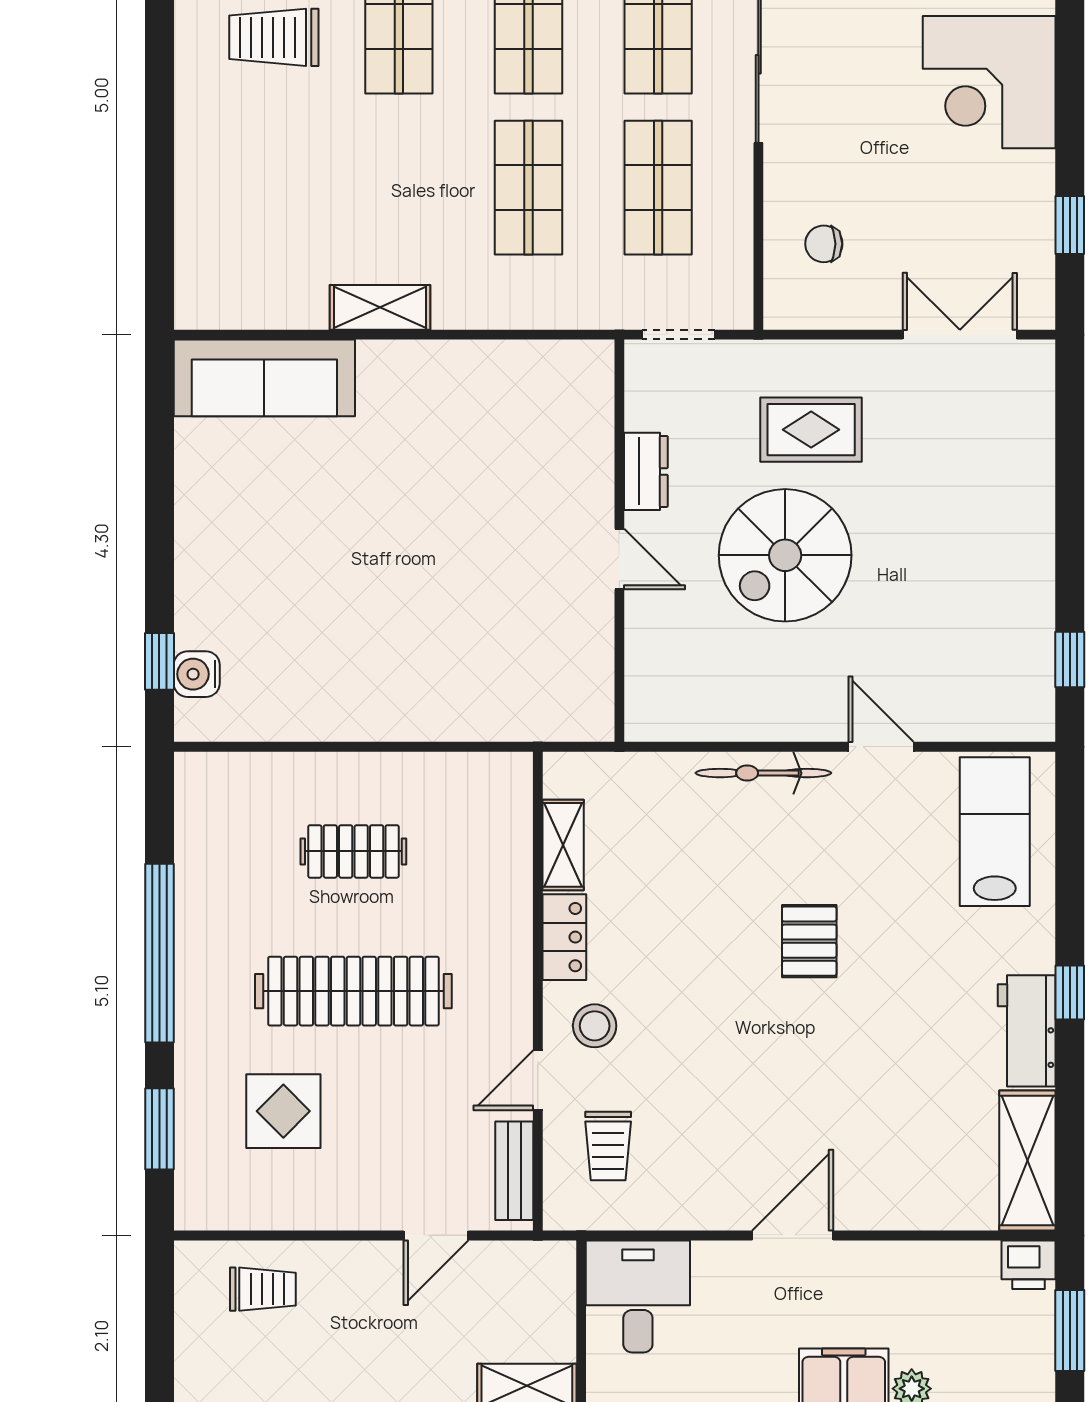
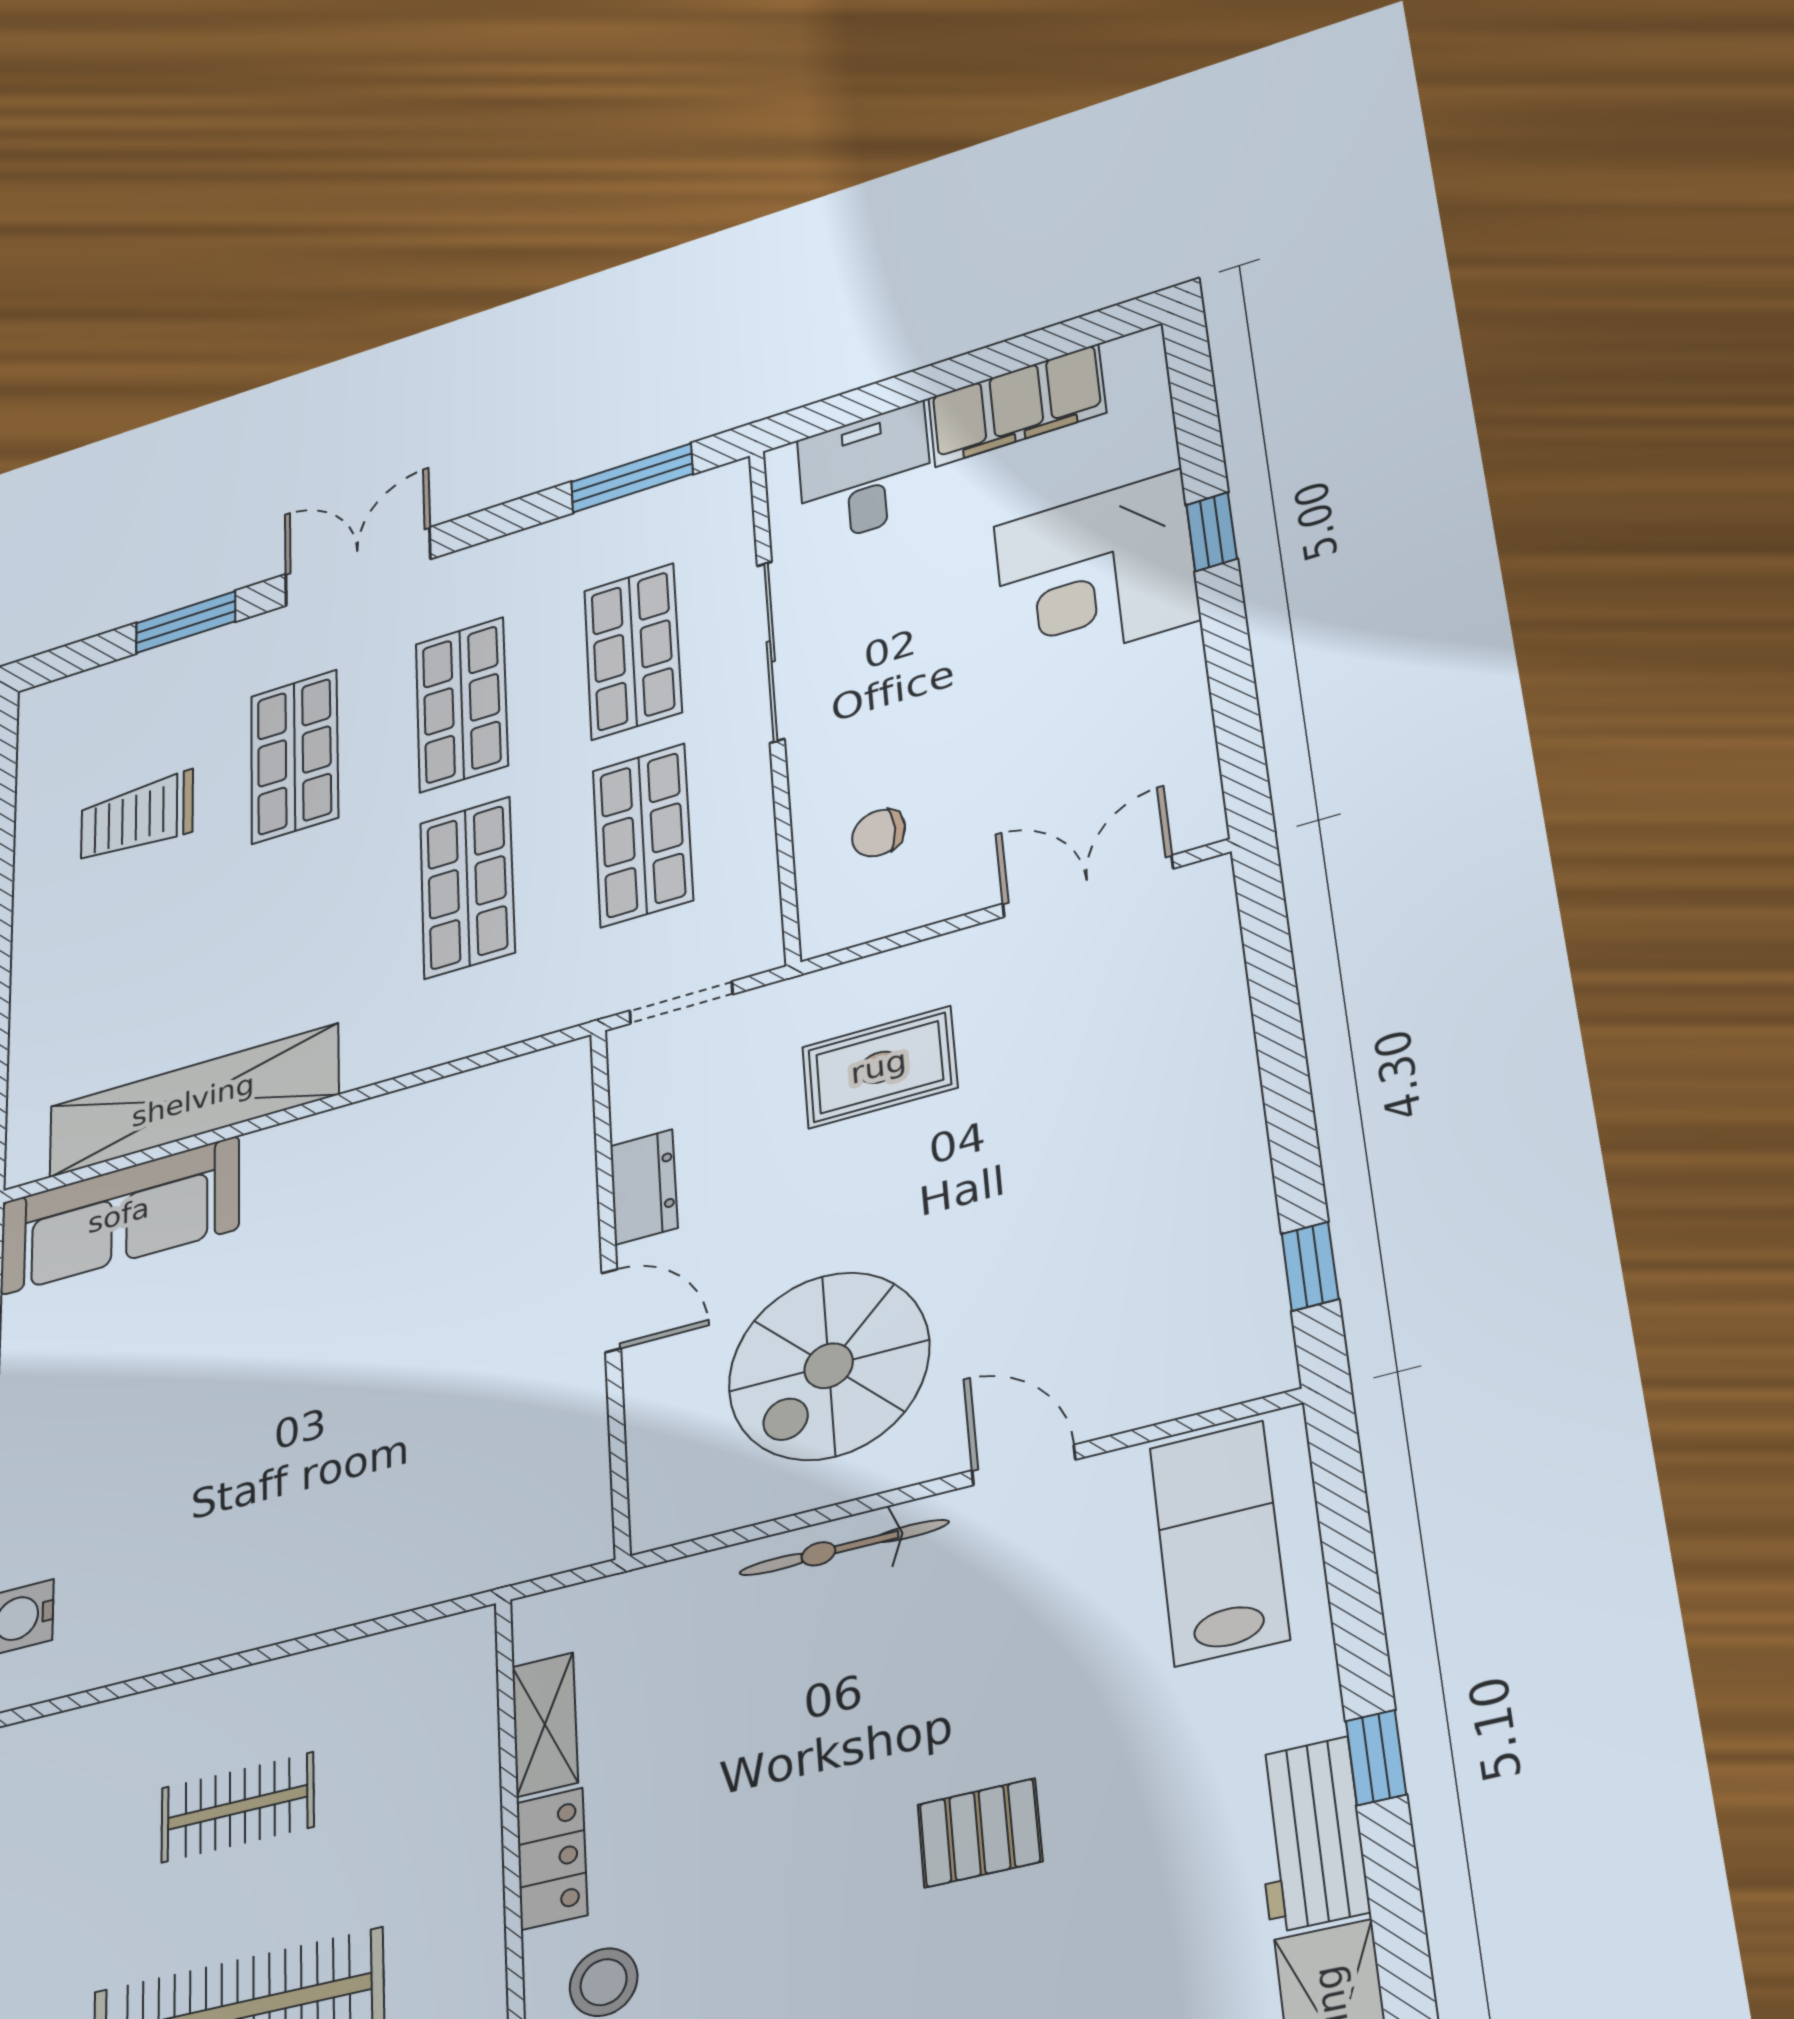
window: (1070, 225) -> (1212, 532), moved
shelving: (380, 307) -> (193, 1101), width x2.20, depth x1.33
spiral stairs: (785, 555) -> (829, 1366), moved
pallet: (809, 941) -> (980, 1833), moved, turned 90

